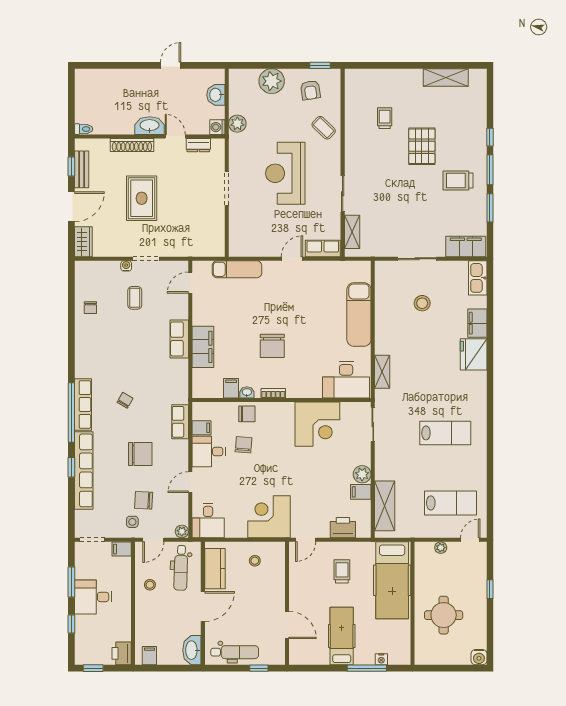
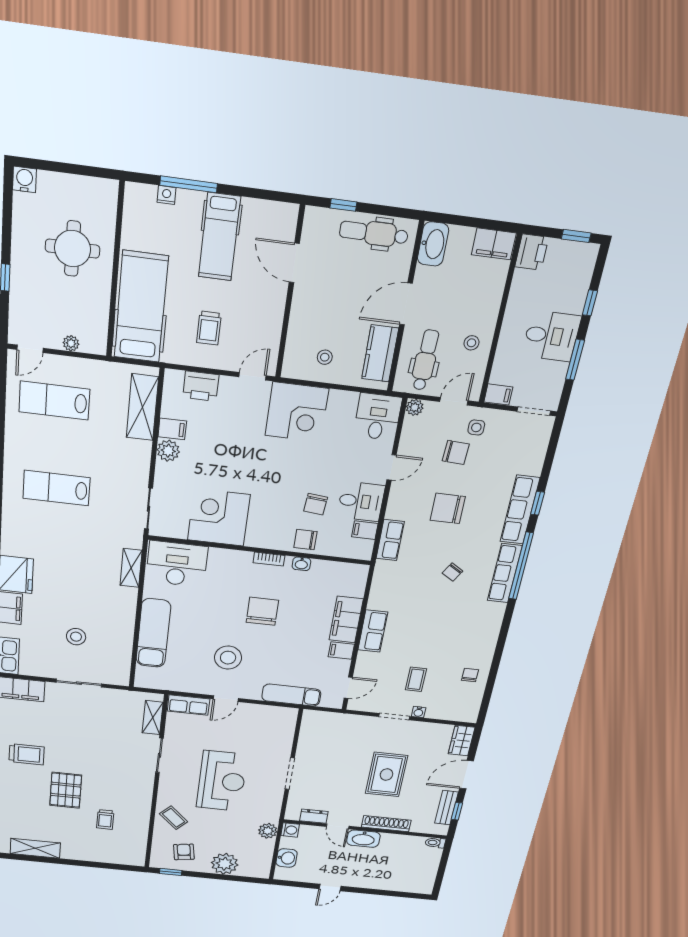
stool: (295, 299) -> (228, 658), added
filing cabinet: (231, 388) -> (341, 651), moved, turned 90
row of seats: (84, 470) -> (520, 510), width x0.73
filing cabinet: (149, 656) -> (494, 244), width x2.00

